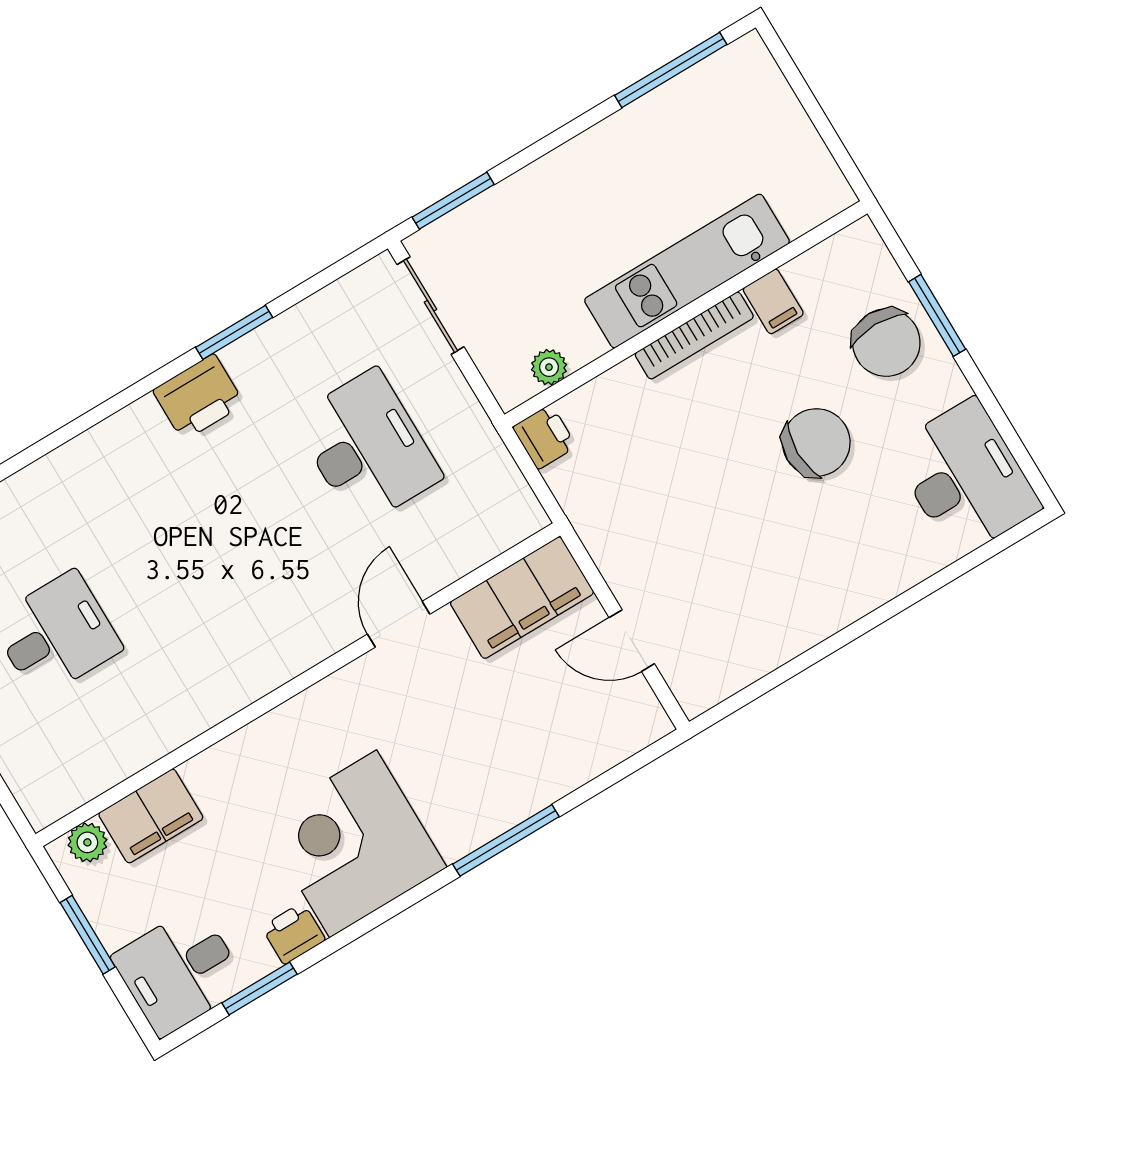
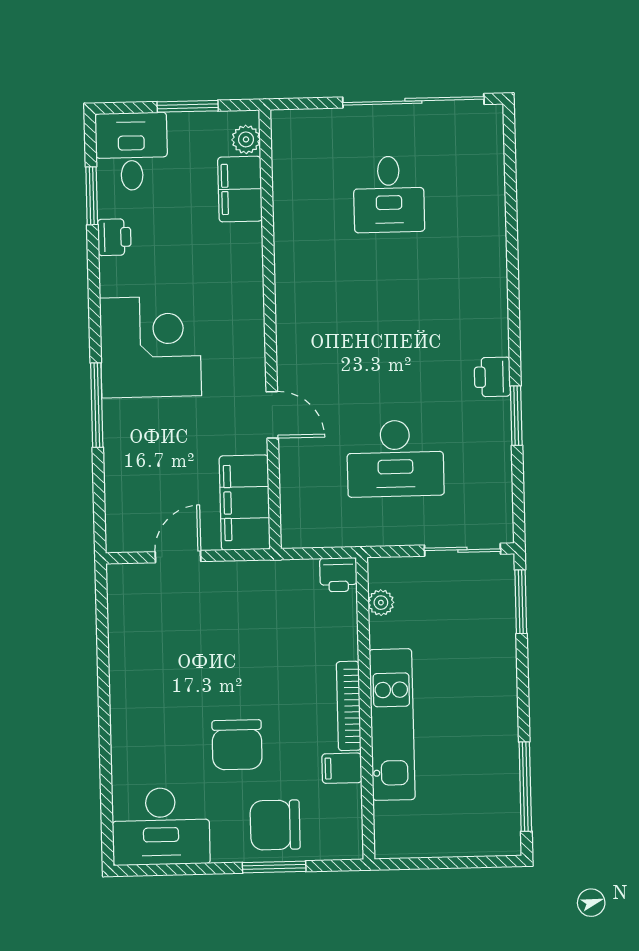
printer: (199, 397) -> (492, 377), width x0.73, depth x0.81
corner desk: (353, 844) -> (151, 347), moved

